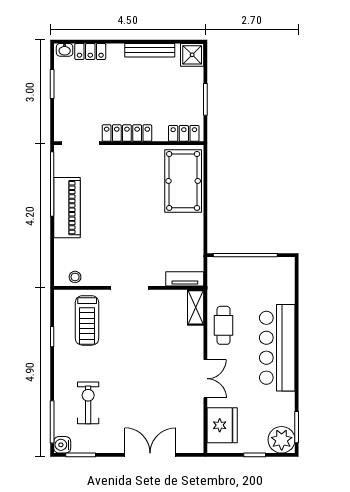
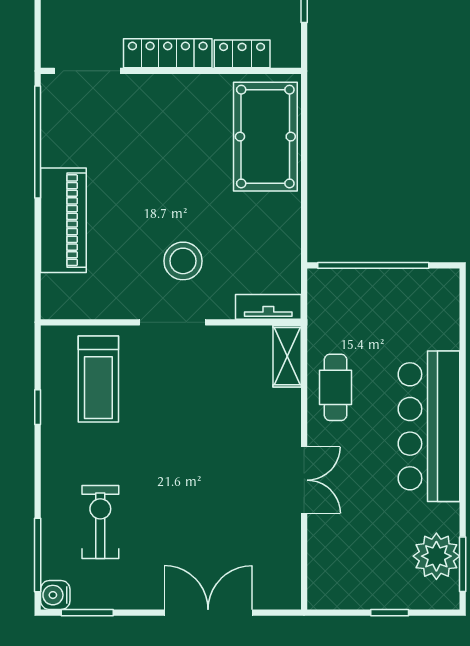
locker: (184, 133) -> (242, 54), moved
piano: (67, 208) -> (63, 220), moved
stool: (75, 277) -> (183, 261), moved, width x1.89, depth x1.89
fridge: (222, 425) -> (333, 561), removed
plant: (282, 440) -> (436, 556), moved

